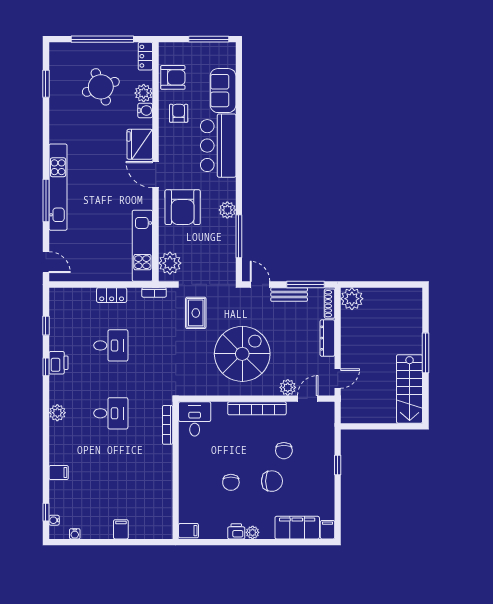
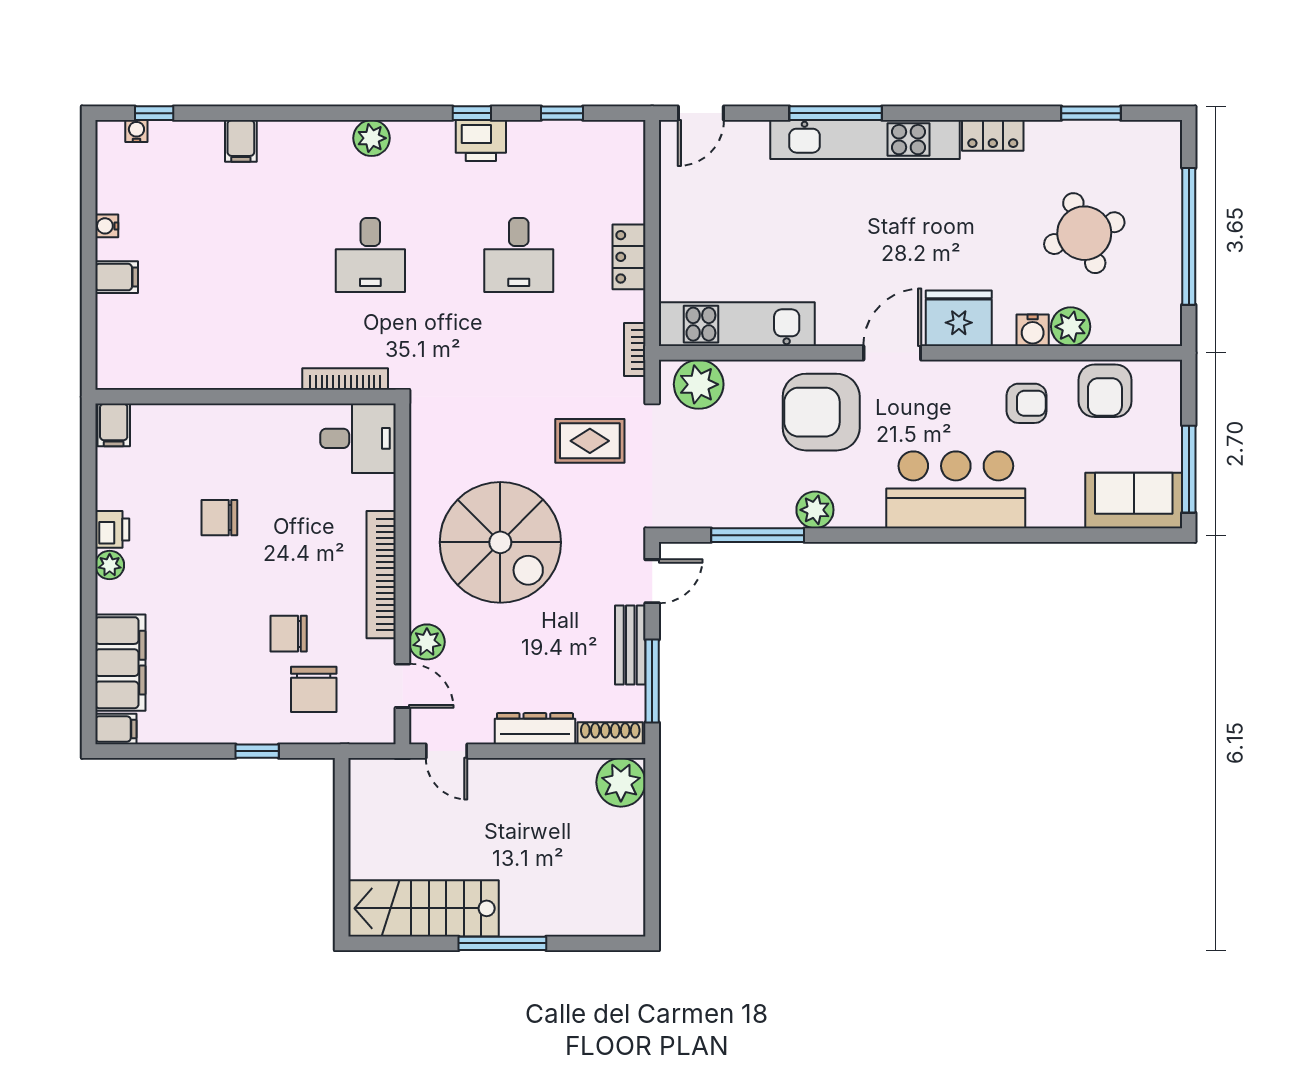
locker: (145, 56) -> (993, 135), moved, turned 180
sofa: (223, 91) -> (1134, 500), moved
chair: (272, 481) -> (314, 689), moved
water cooler: (75, 534) -> (107, 226), moved

